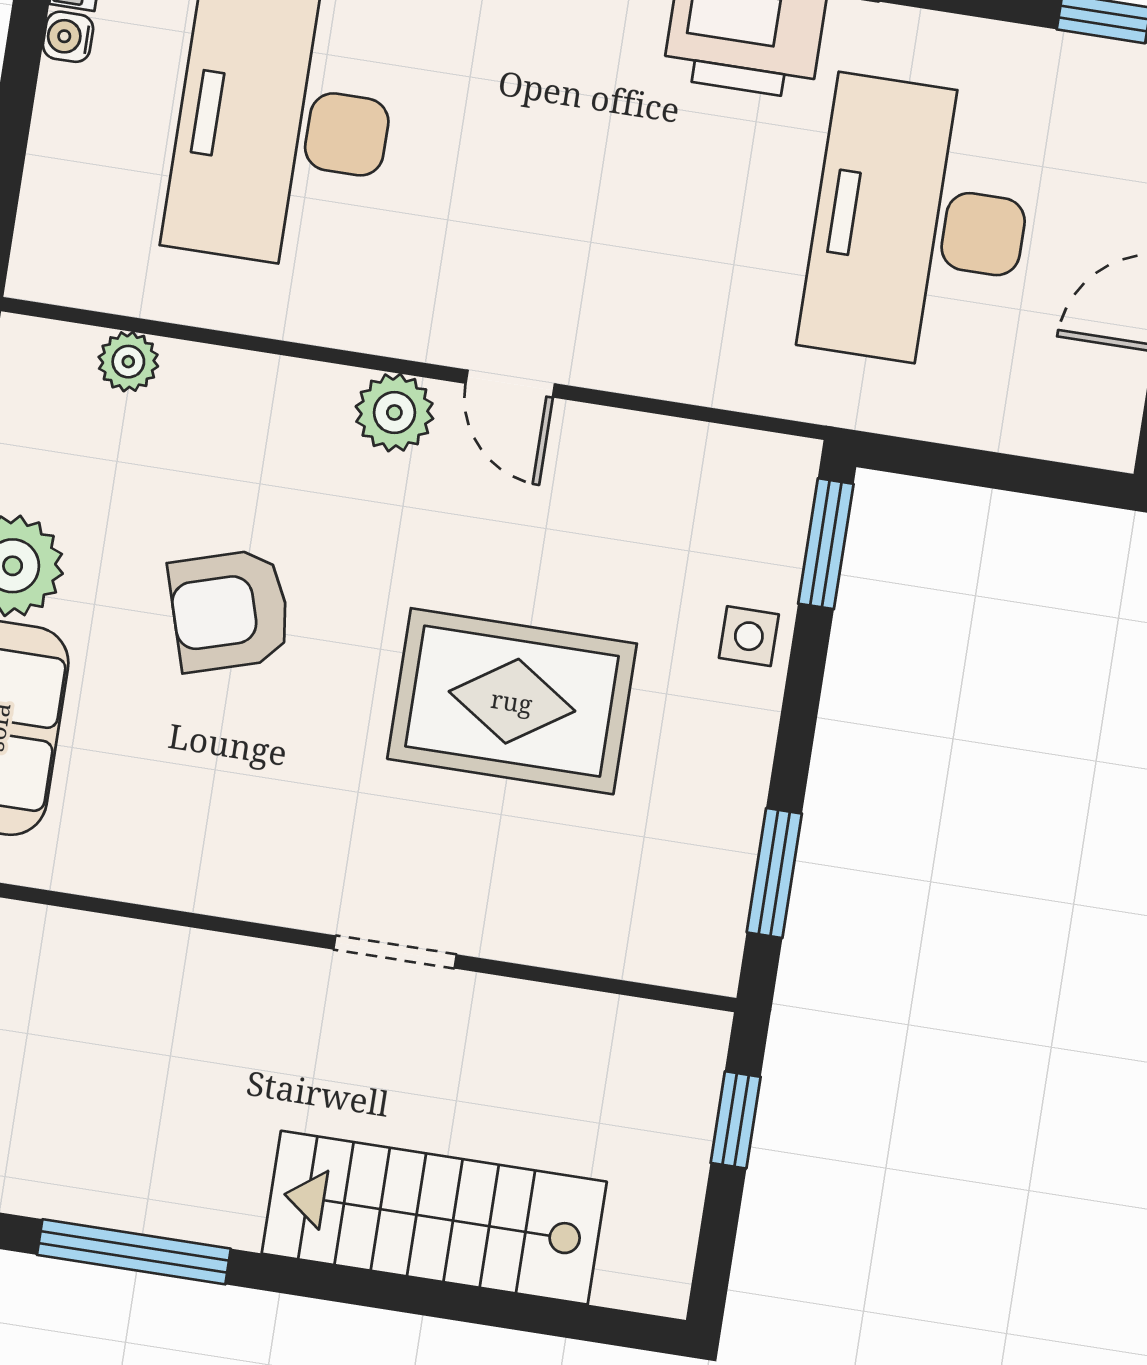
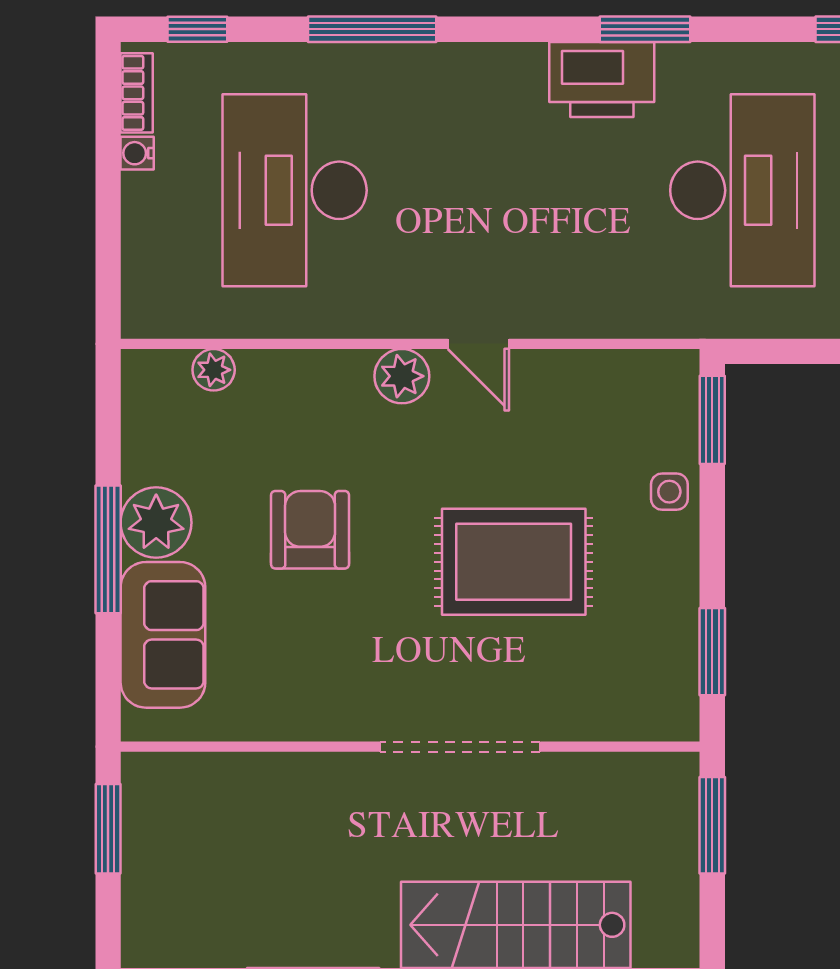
desk: (920, 224) -> (742, 190), turned 180
armchair: (230, 610) -> (310, 530), turned 107
doorway: (395, 952) -> (460, 747), width x1.88
window: (736, 1120) -> (712, 825), width x1.50

